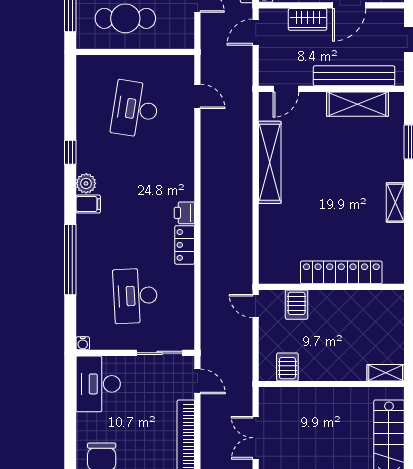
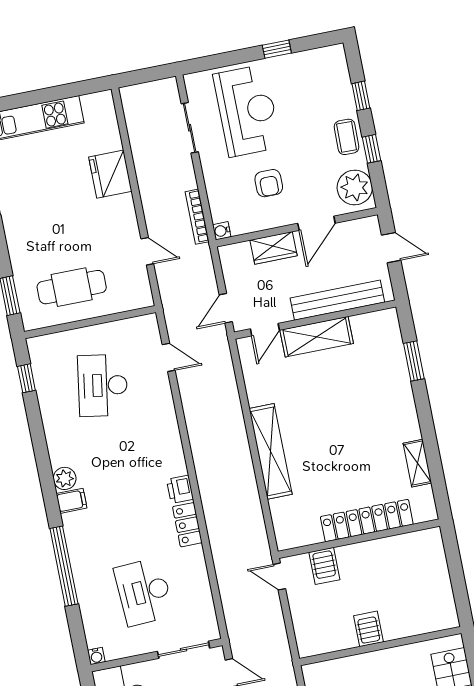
door: (256, 32) -> (226, 308), moved
shelving: (358, 104) -> (317, 337), moved
window: (70, 152) -> (26, 378), moved
shelving: (270, 162) -> (271, 451), moved
shelving: (395, 203) -> (417, 463), moved
server rack: (287, 367) -> (368, 629), moved
shelving: (386, 373) -> (438, 622), removed

